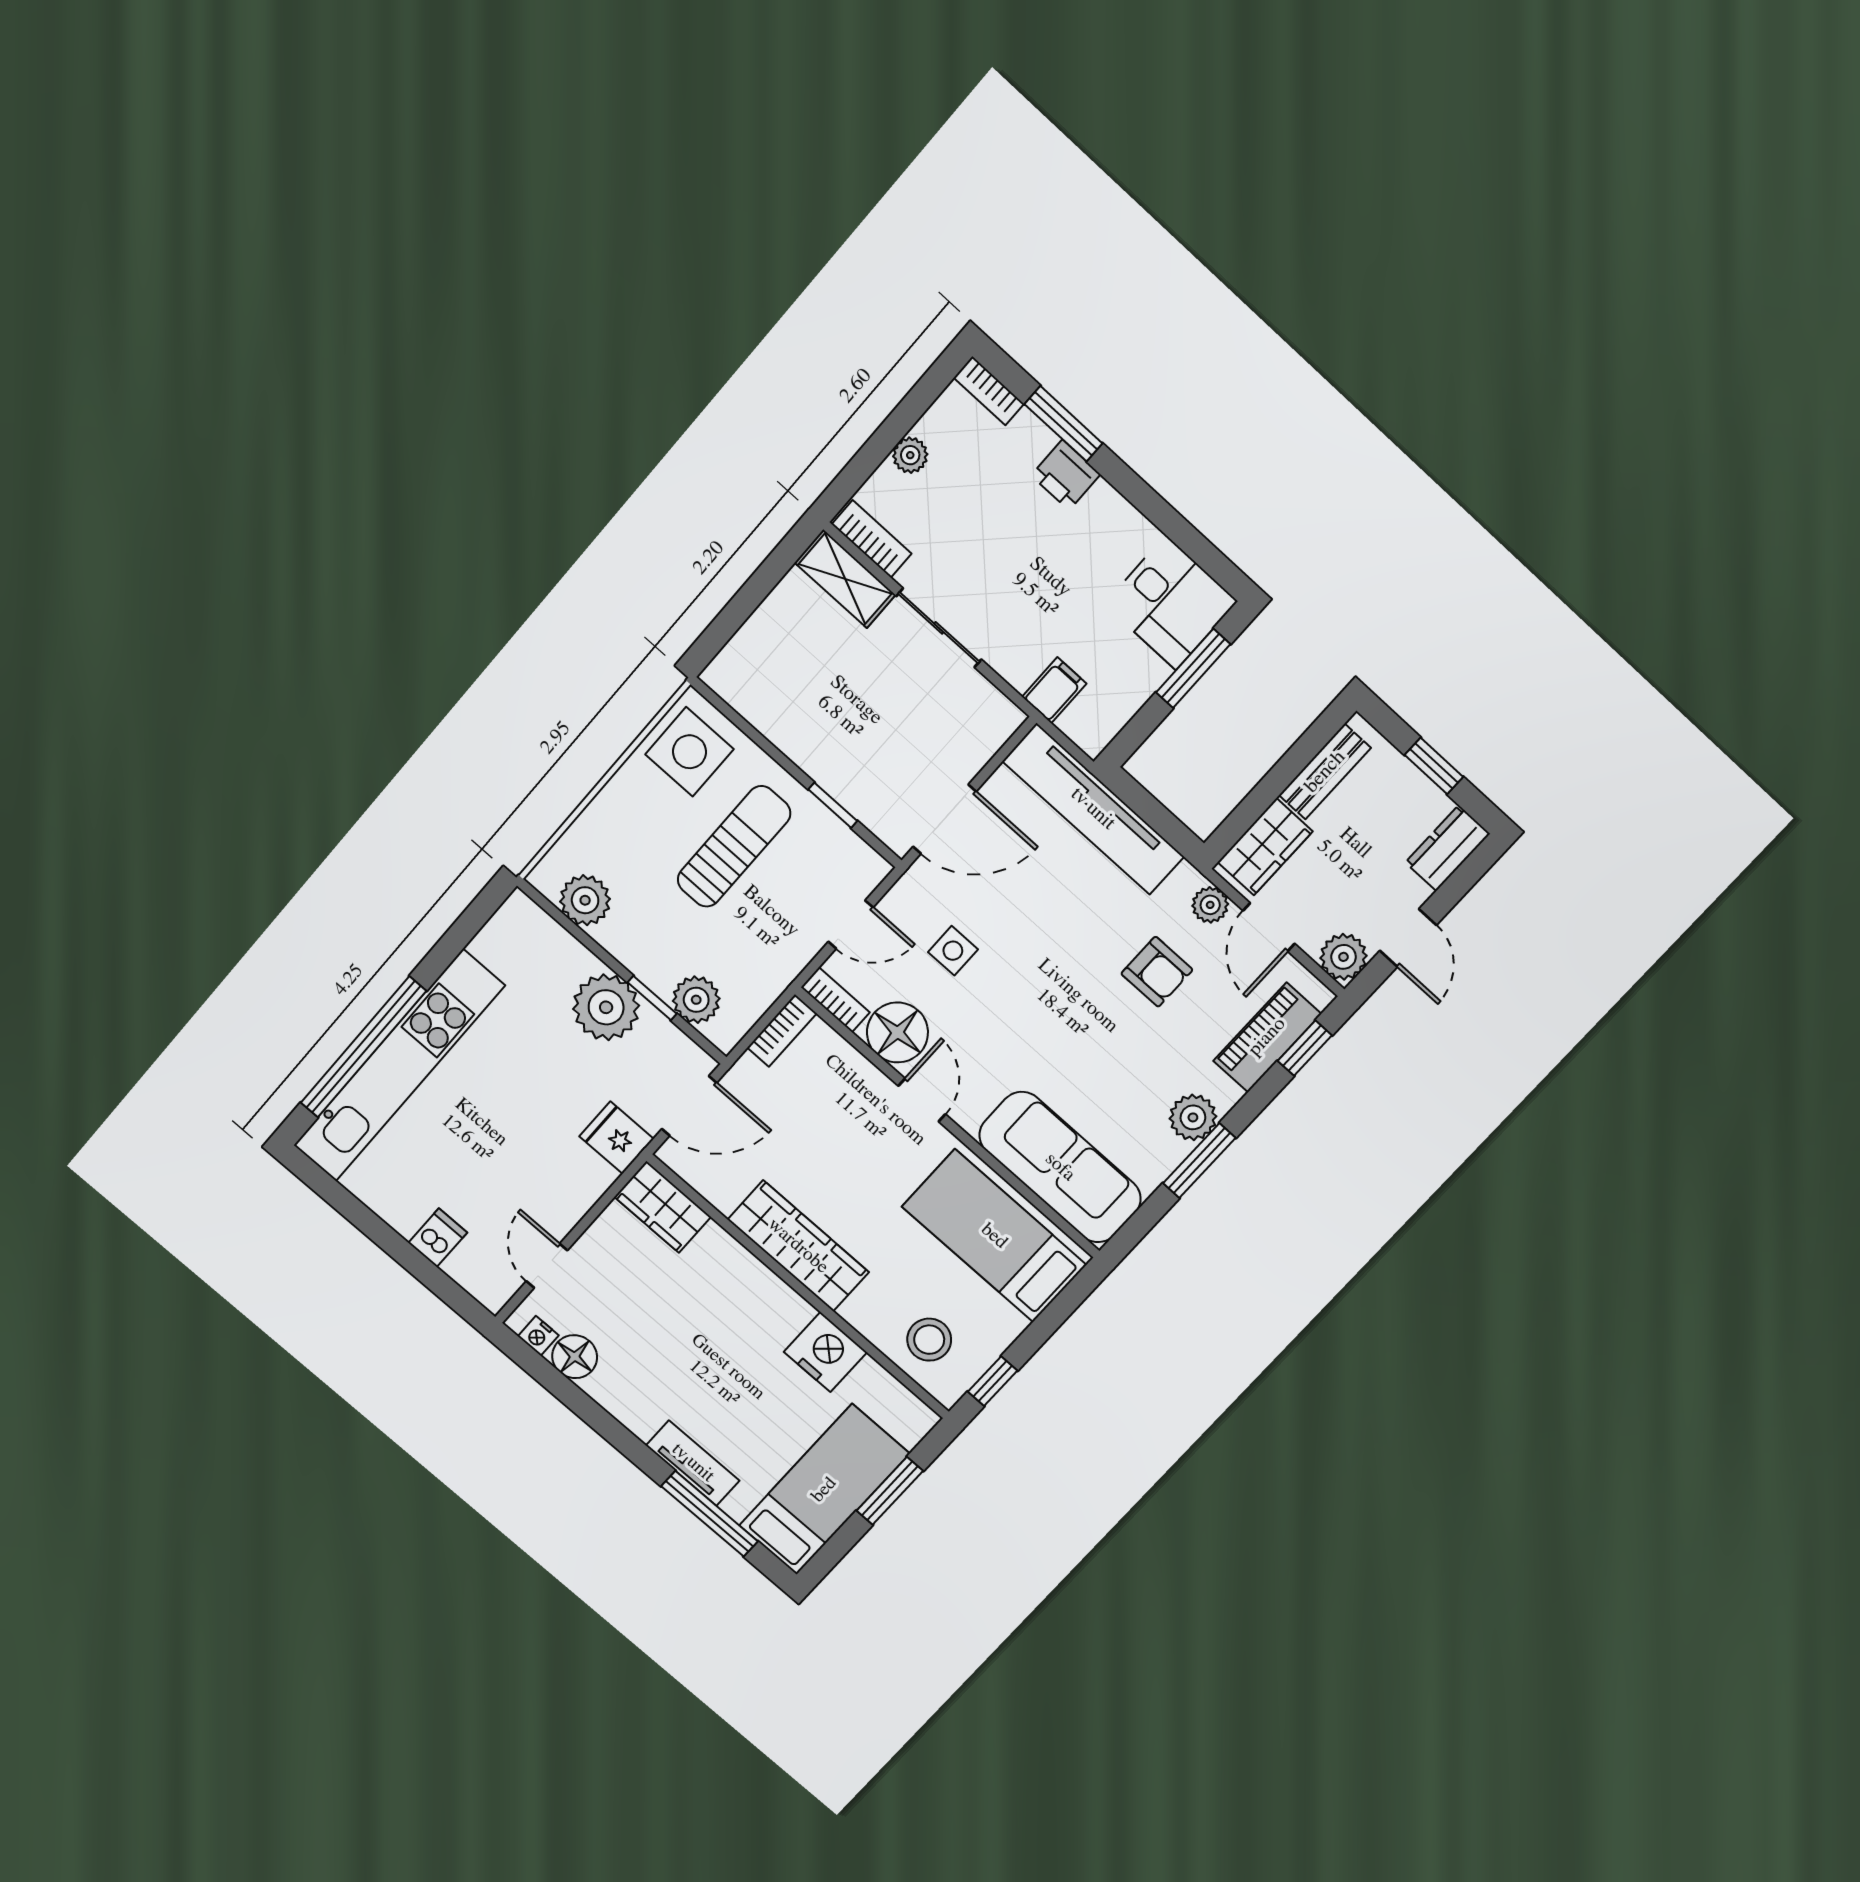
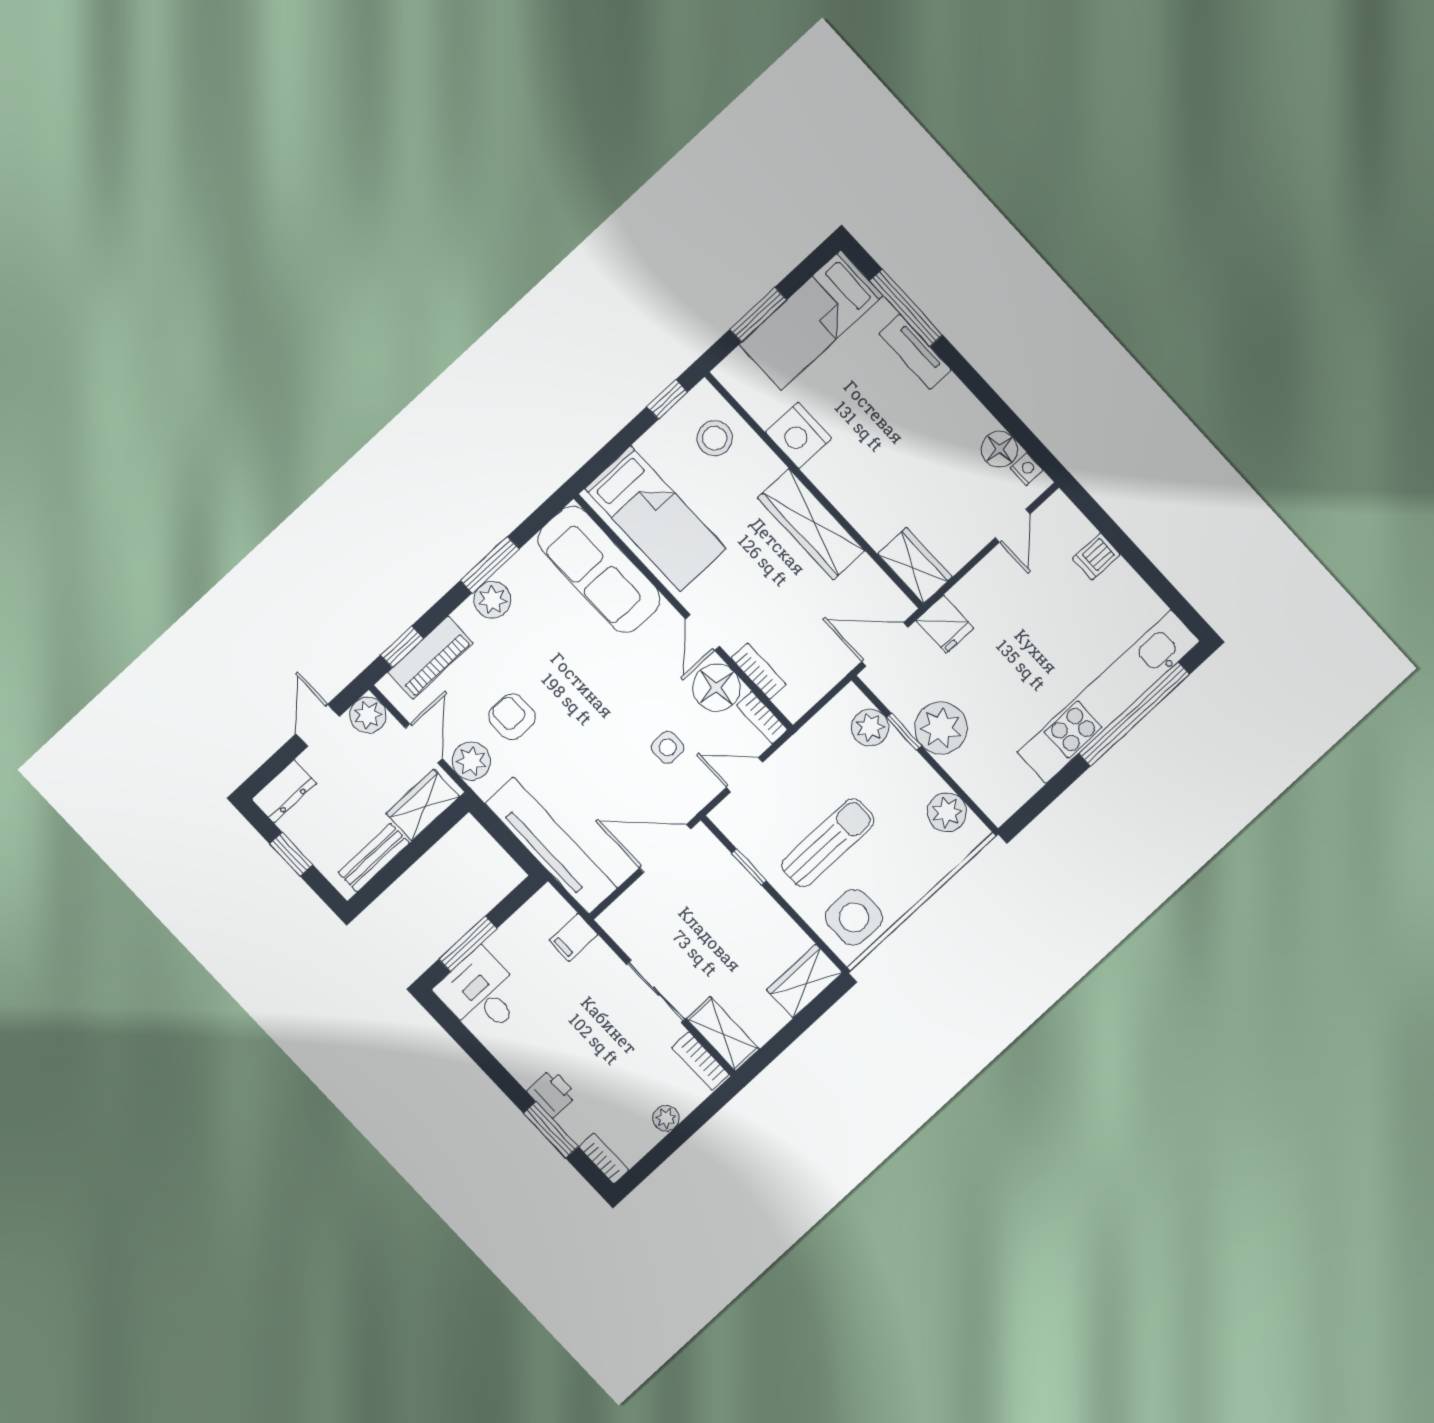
wardrobe: (745, 661) -> (804, 981), added
sun lounger: (734, 846) -> (828, 843), turned 180
plant: (1210, 905) -> (471, 761), width x1.38, depth x1.38
bookcase: (782, 1031) -> (759, 671), moved, turned 90

